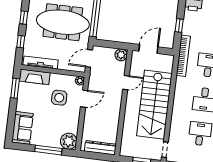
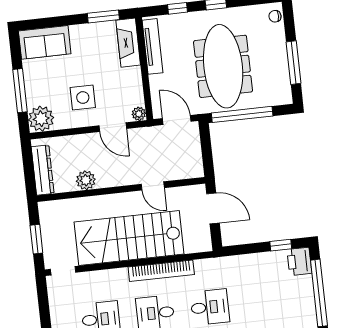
window: (179, 26) -> (281, 245), moved
plant: (121, 55) -> (86, 180), moved
bookcase: (183, 56) -> (161, 271), moved
side table: (59, 98) -> (83, 98), moved

